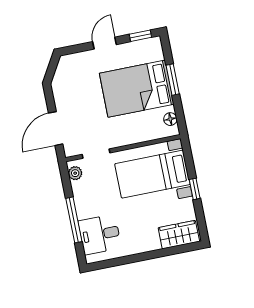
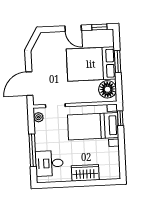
door: (104, 43) -> (73, 28), swing flipped
floor lamp: (170, 119) -> (108, 89), width x1.89, depth x1.89
window: (195, 189) -> (120, 118), moved
wardrobe: (179, 235) -> (85, 173), moved

